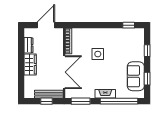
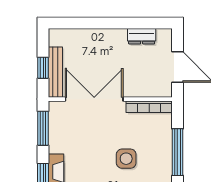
window: (94, 25) -> (177, 152), added
wardrobe: (30, 65) -> (108, 39), removed
double door: (64, 72) -> (94, 99), swing flipped

